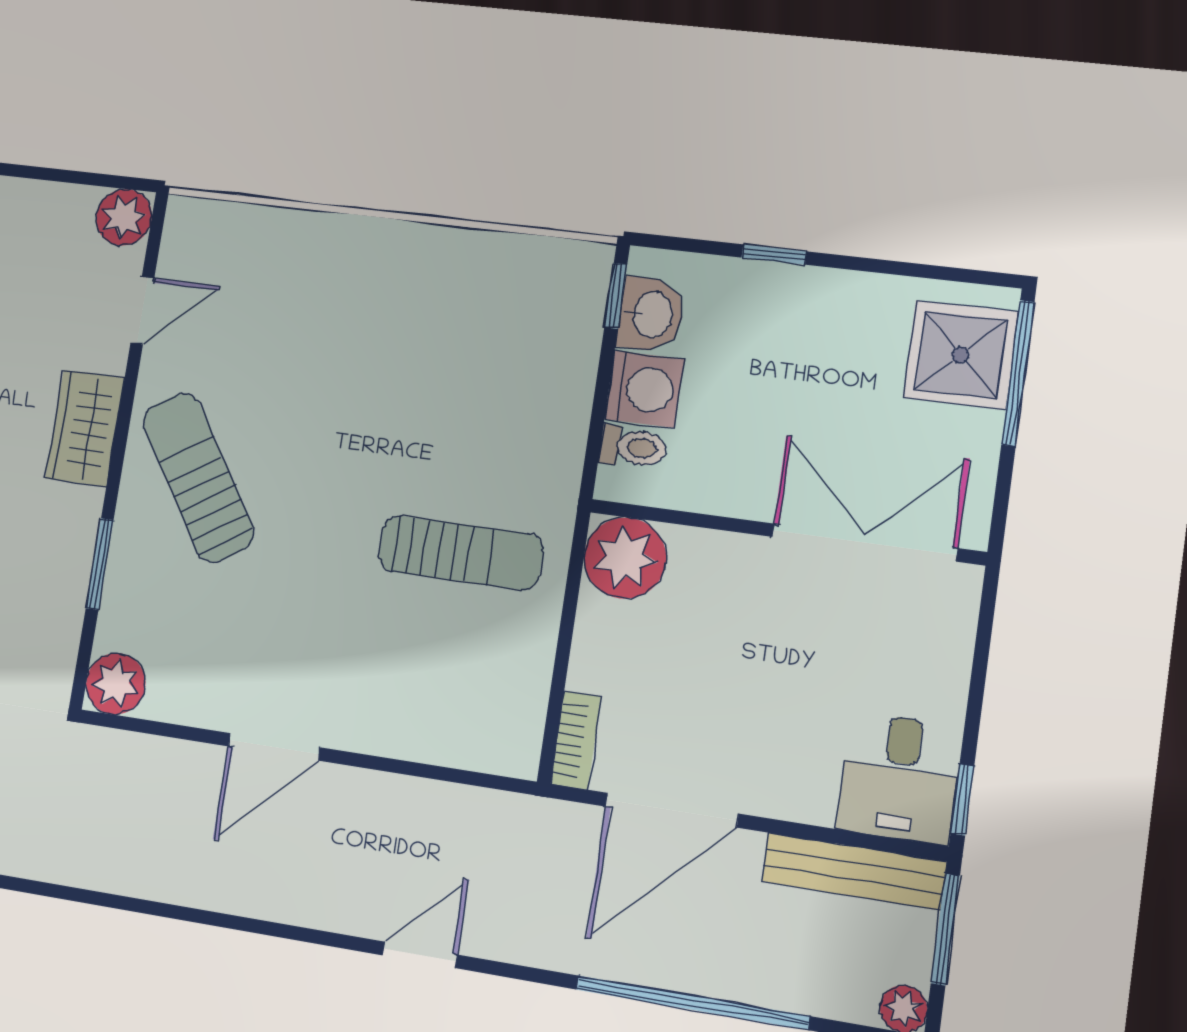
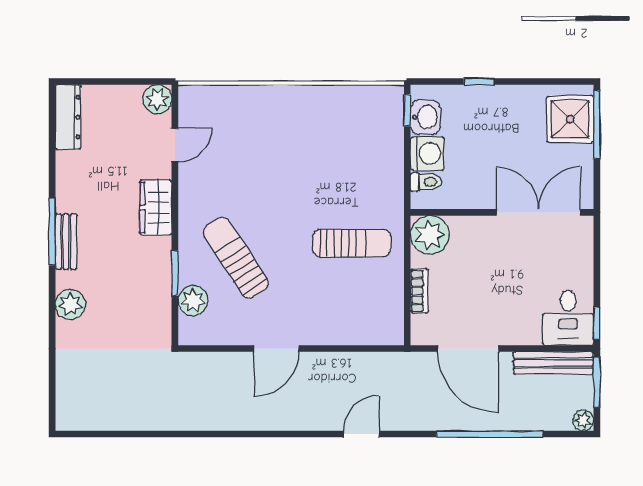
sun lounger: (198, 477) -> (236, 258), moved
plant: (116, 684) -> (193, 301), moved
bookcase: (576, 740) -> (419, 291), moved
door: (672, 810) -> (468, 349), hinge flipped

